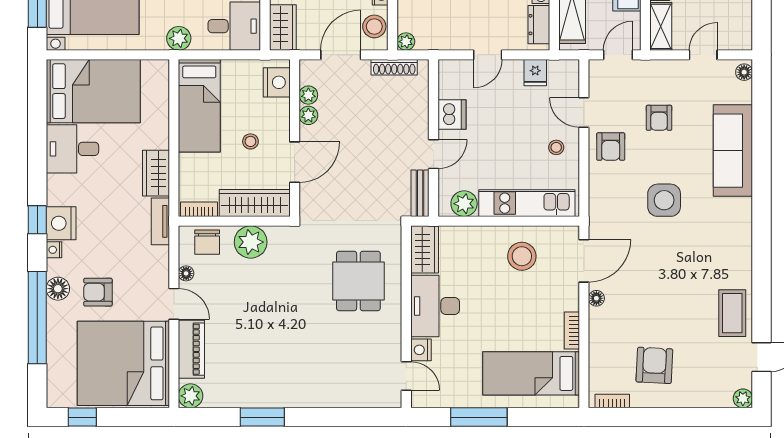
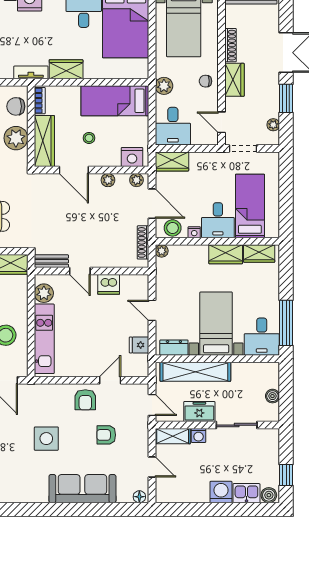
plant: (308, 95) -> (136, 180), moved
stool: (556, 147) -> (85, 360), removed
armchair: (611, 147) -> (85, 400), turned -90

